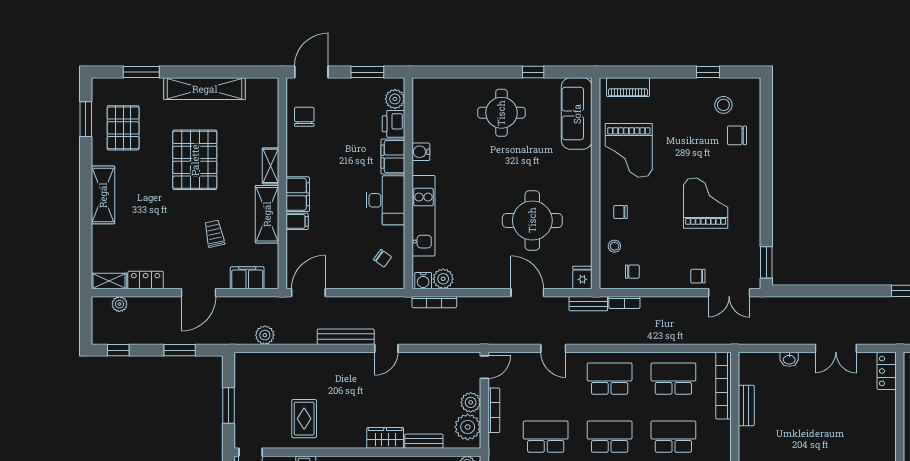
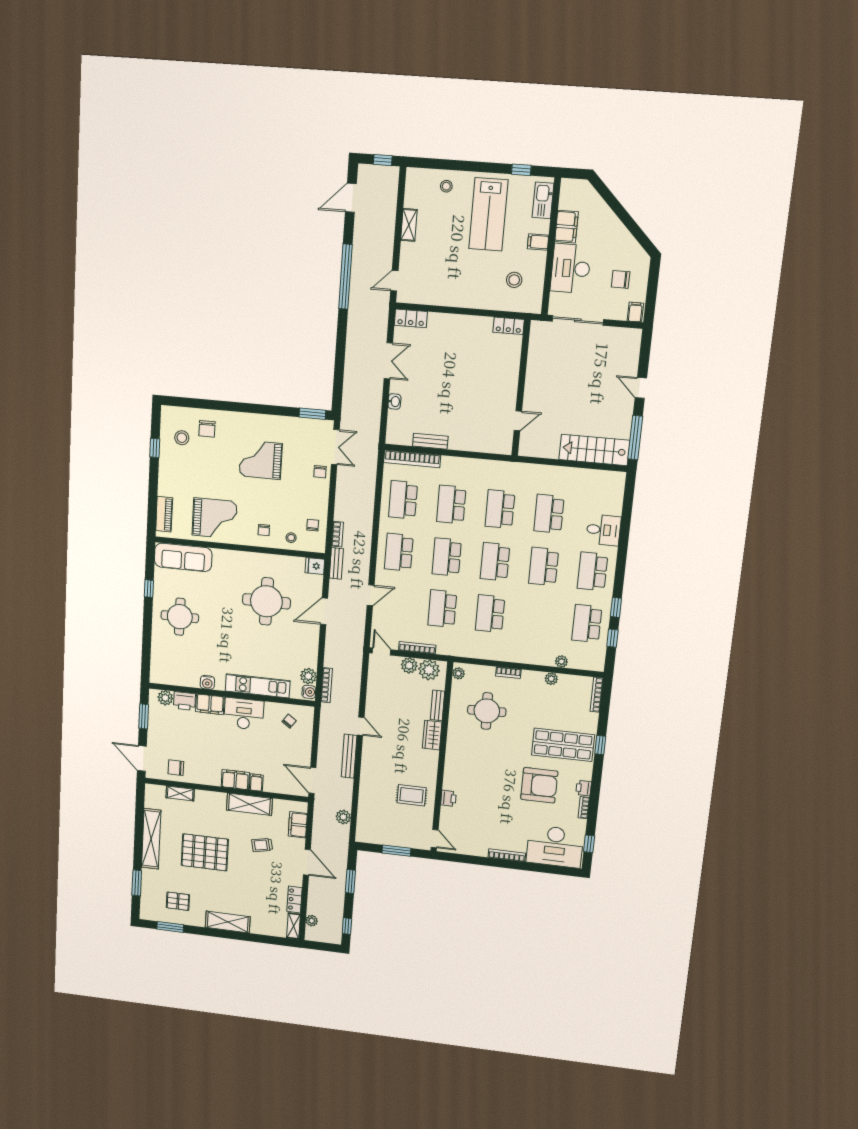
pallet: (123, 128) -> (178, 901), width x0.67, depth x0.71
shelving: (271, 166) -> (180, 793), moved

